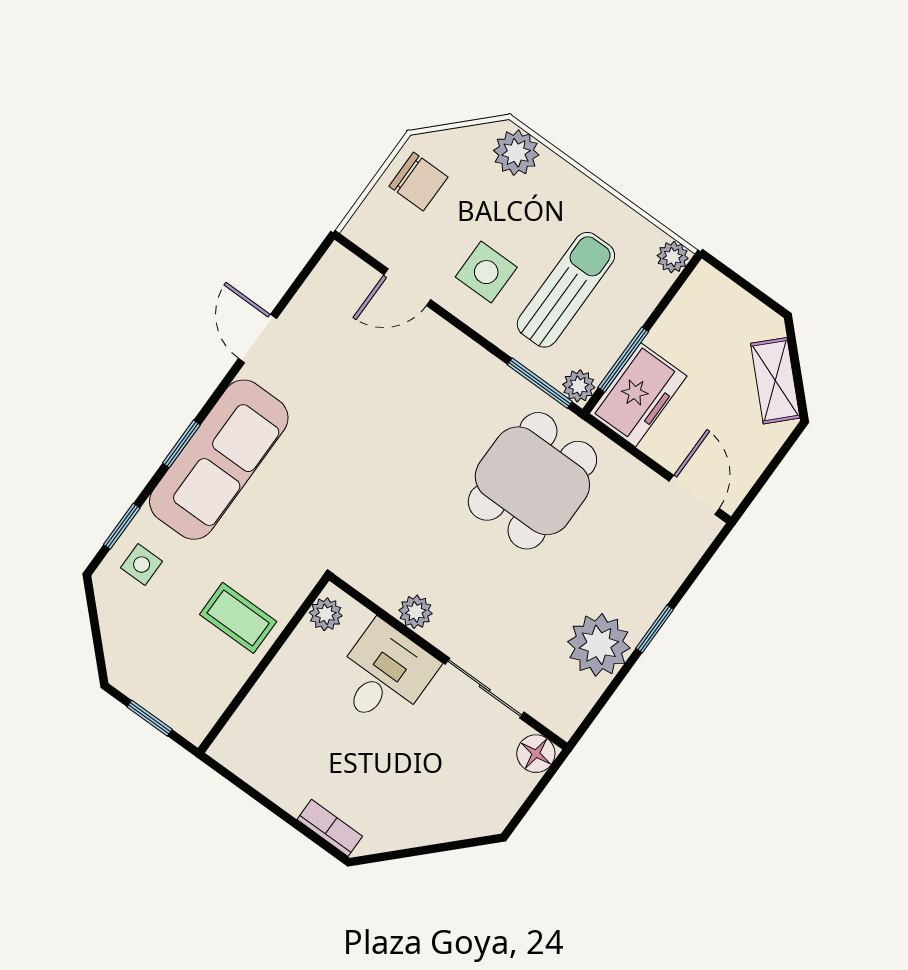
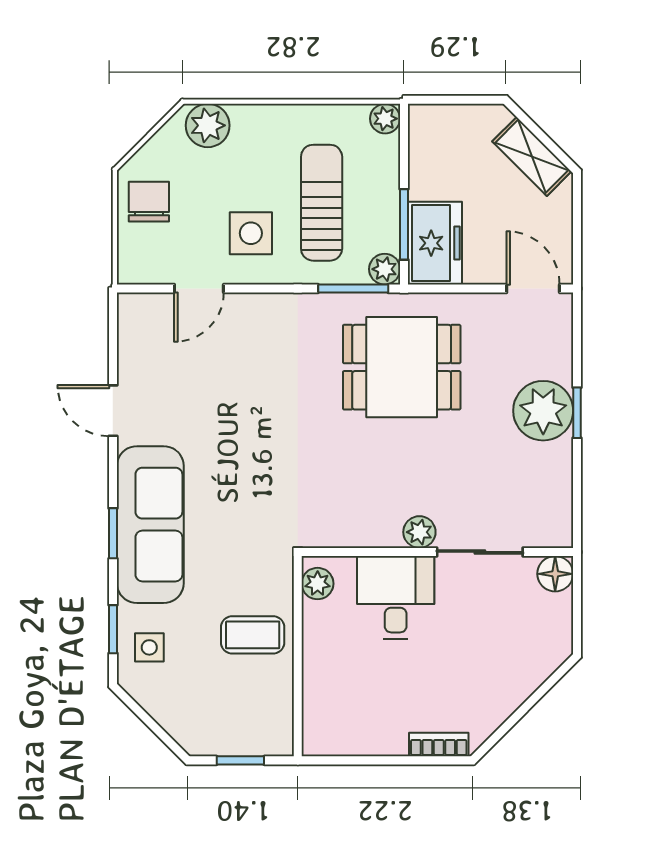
chair: (418, 182) -> (149, 202), turned -90
dining table: (532, 481) -> (402, 367), turned 90
plant: (416, 612) -> (419, 532), moved
plant: (599, 645) -> (543, 411), moved

